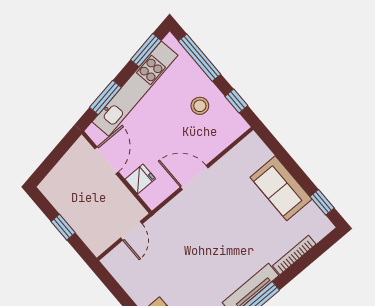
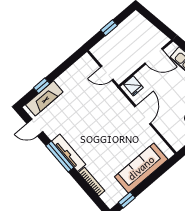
fridge: (140, 179) -> (133, 86), moved
sofa: (281, 188) -> (141, 168), width x1.36

